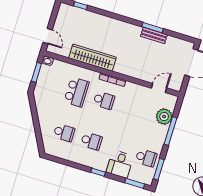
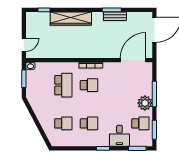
door: (48, 36) -> (24, 45), hinge flipped
wardrobe: (93, 58) -> (71, 19), moved, turned 180
door: (159, 88) -> (133, 60), width x1.88
plant: (164, 117) -> (145, 103), moved

